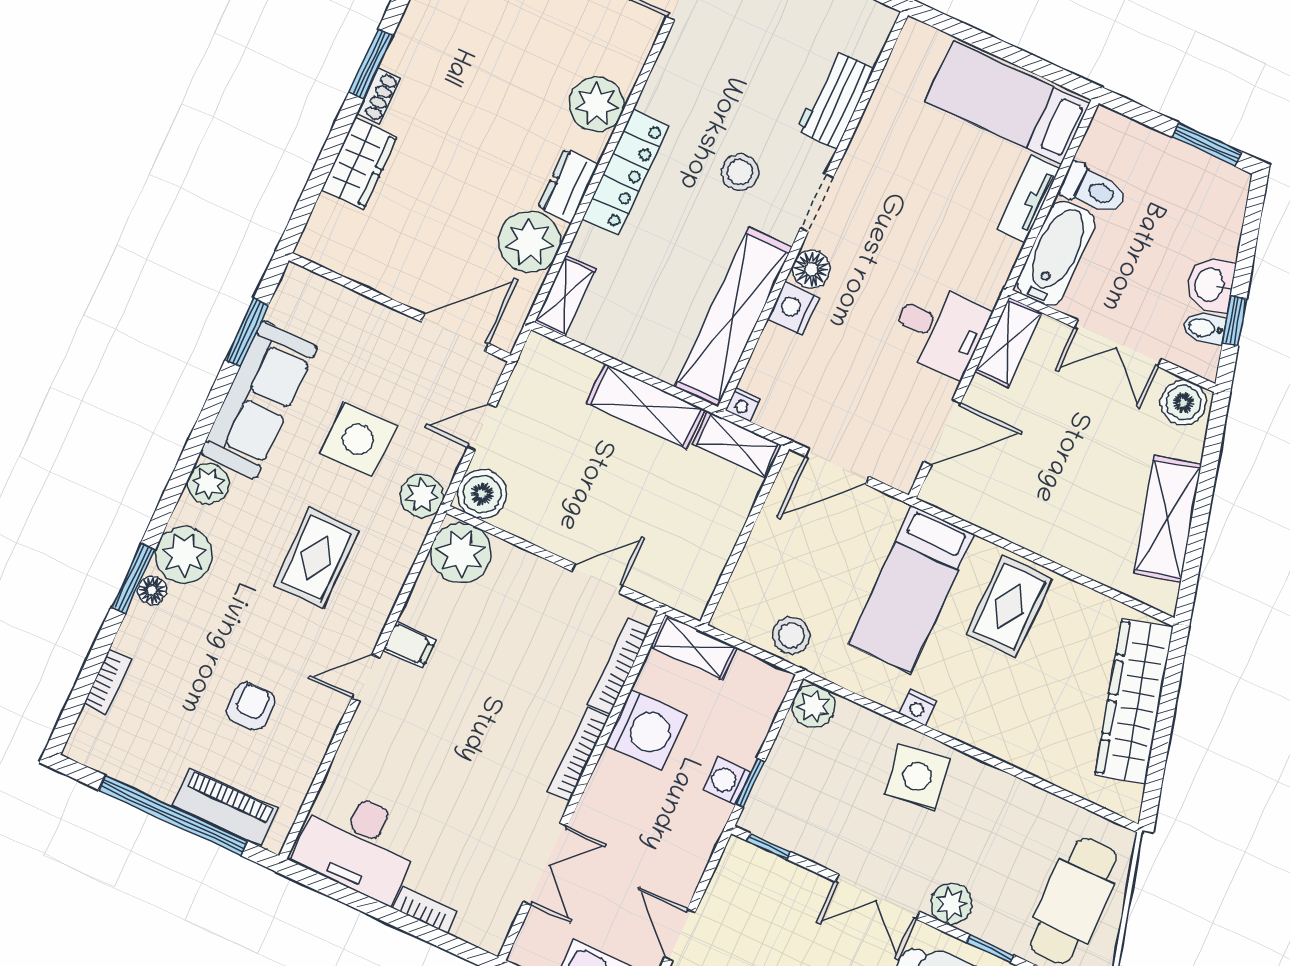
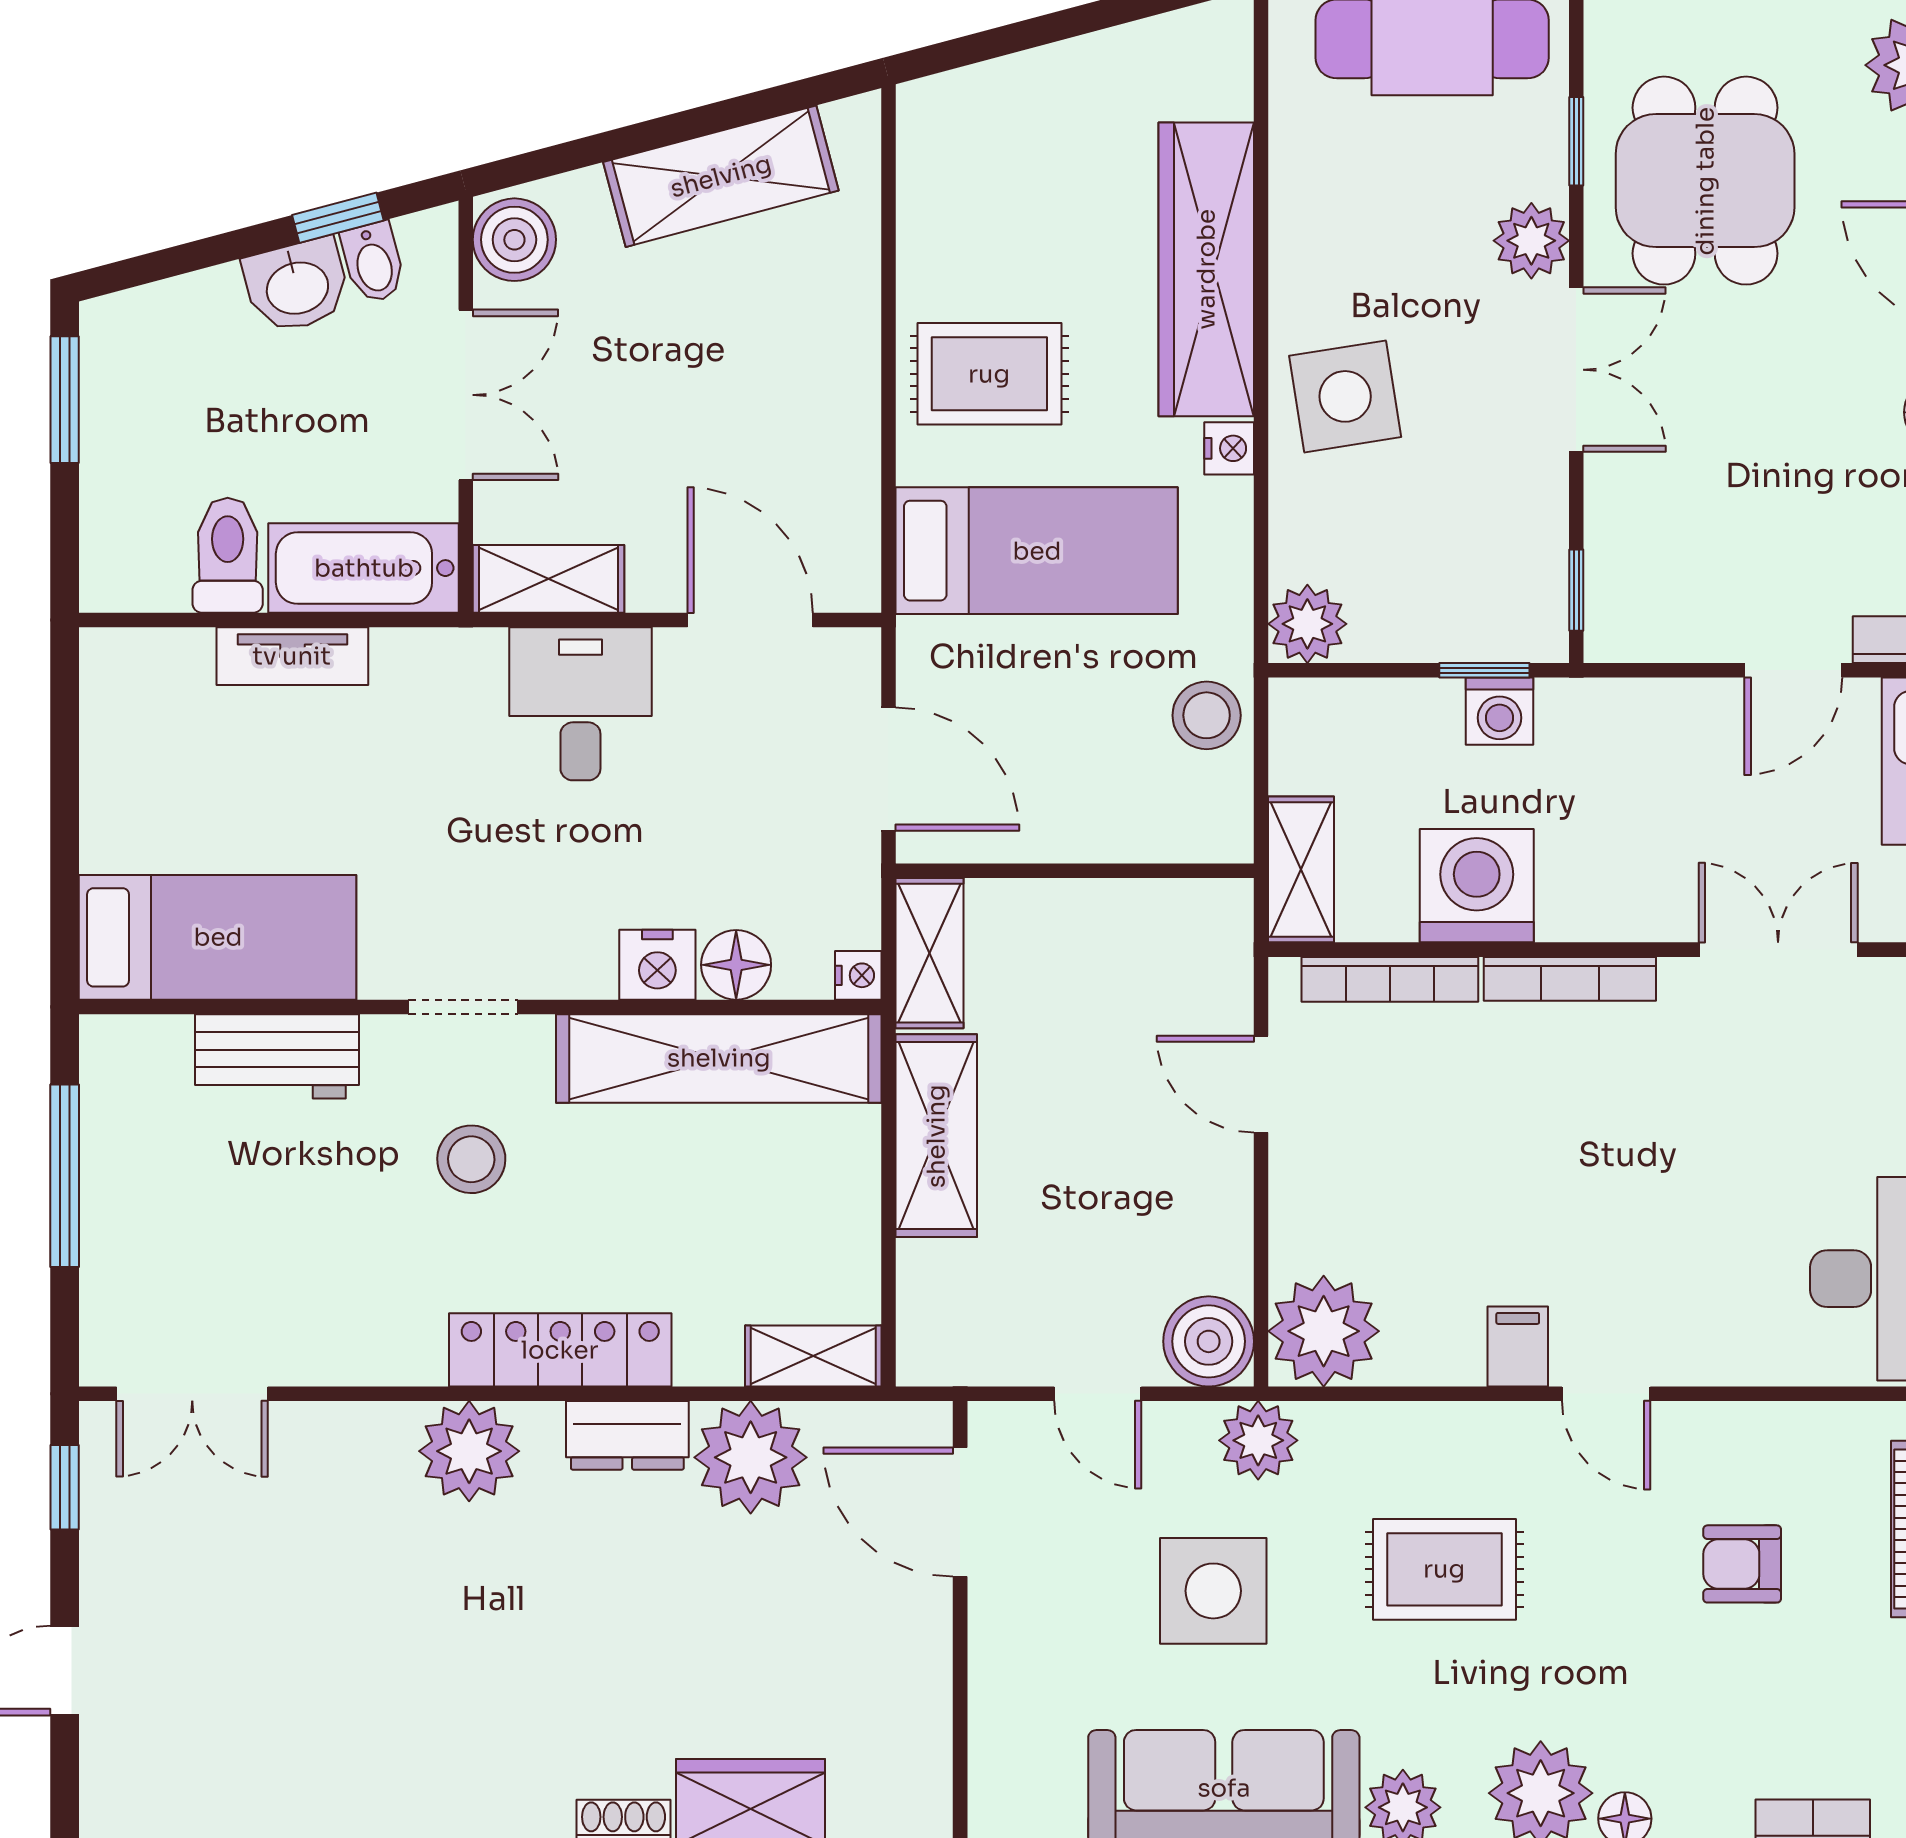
bed: (1007, 102) -> (218, 937), moved, turned -90
floor lamp: (811, 269) -> (736, 965), moved
wardrobe: (1134, 701) -> (1206, 269), moved, turned 105

